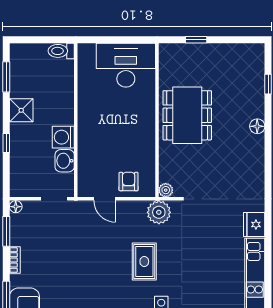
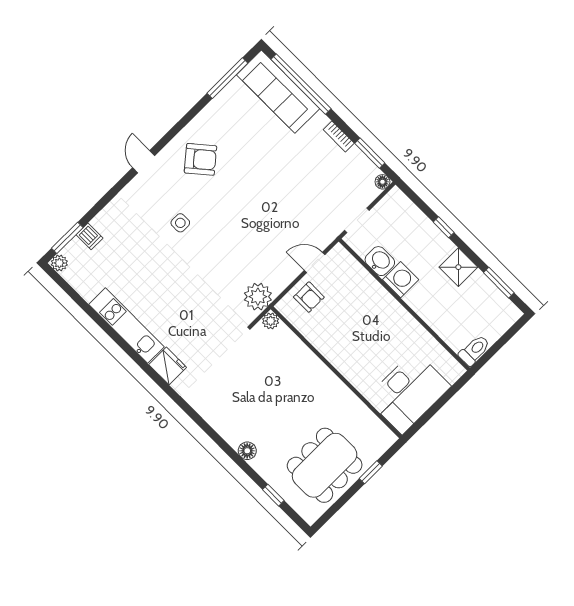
dining table: (187, 115) -> (325, 465), moved, turned 90
rug: (144, 262) -> (229, 243), removed

